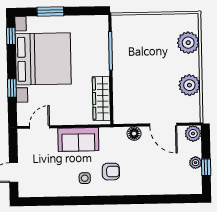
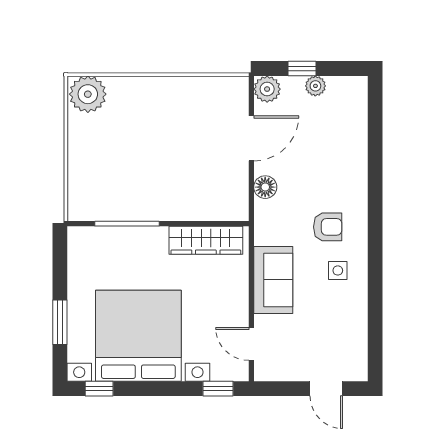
plant: (188, 43) -> (88, 94), moved
plant: (189, 85) -> (187, 94), removed
window: (12, 88) -> (218, 389), moved
window: (206, 167) -> (302, 68), moved
armchair: (111, 172) -> (328, 227), turned 90

